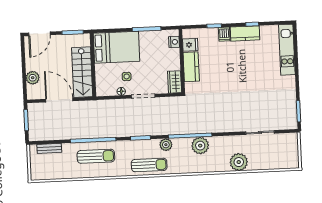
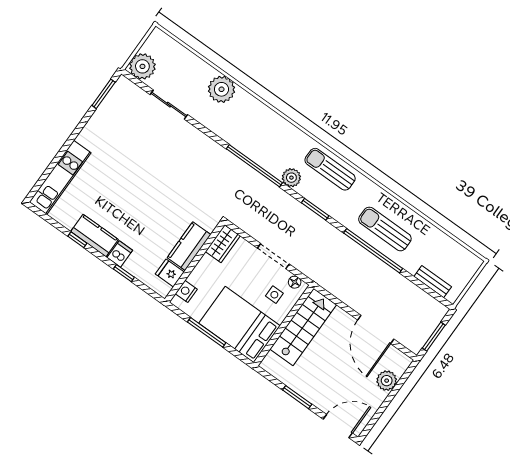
bed: (116, 47) -> (240, 325), moved
wall: (93, 65) -> (284, 325), moved
stairs: (82, 72) -> (303, 327), moved
plant: (200, 146) -> (142, 66), moved

